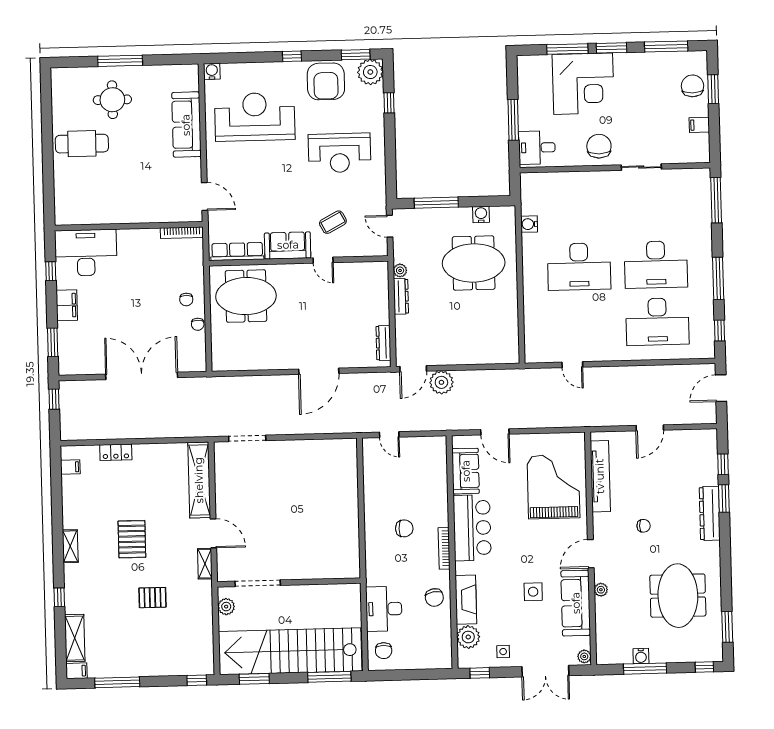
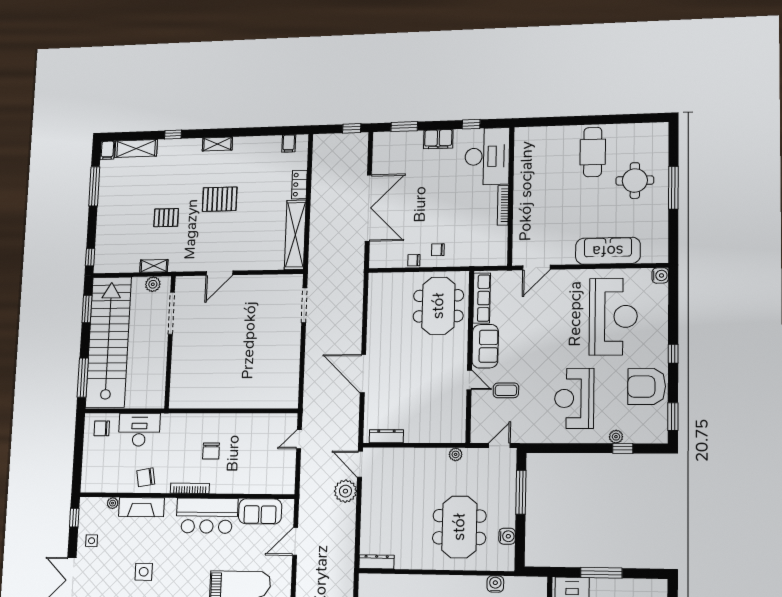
plant: (370, 72) -> (616, 437), moved, width x0.53, depth x0.53
coffee table: (333, 222) -> (506, 390), turned -62
bookcase: (182, 233) -> (503, 205), moved
door: (323, 260) -> (469, 380), swing flipped
dresser: (401, 296) -> (376, 562), moved, turned 180
shelving: (199, 480) -> (295, 235), moved, turned 90
shelving: (205, 564) -> (154, 266), moved
pallet: (152, 598) -> (166, 218), turned 90
plant: (468, 637) -> (113, 503), width x0.53, depth x0.53

